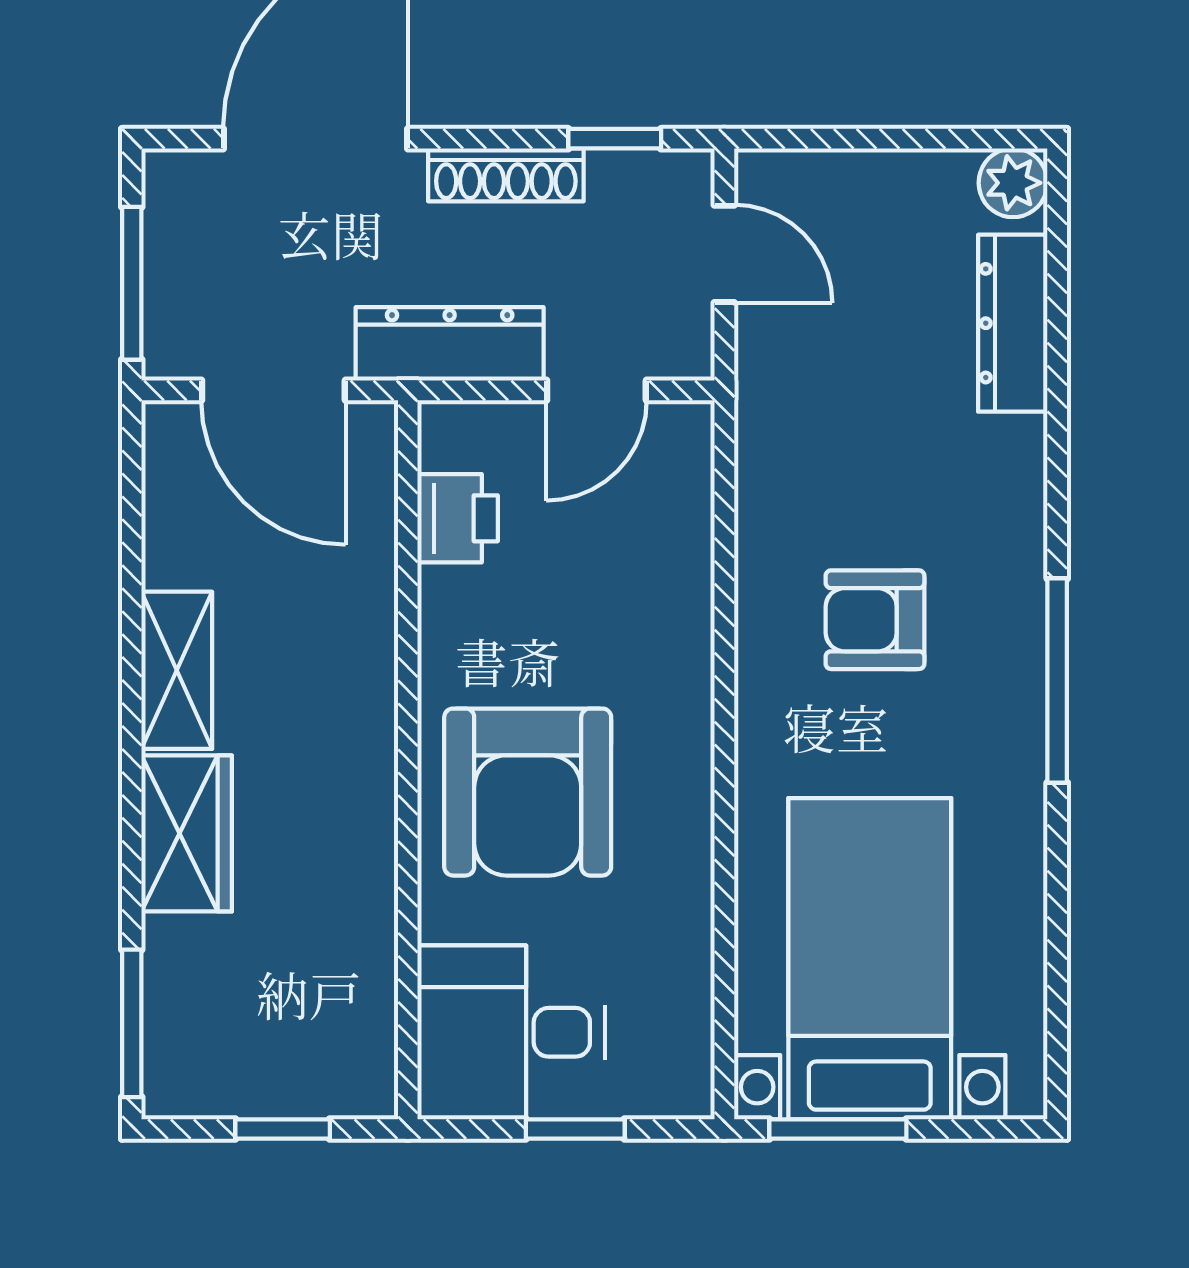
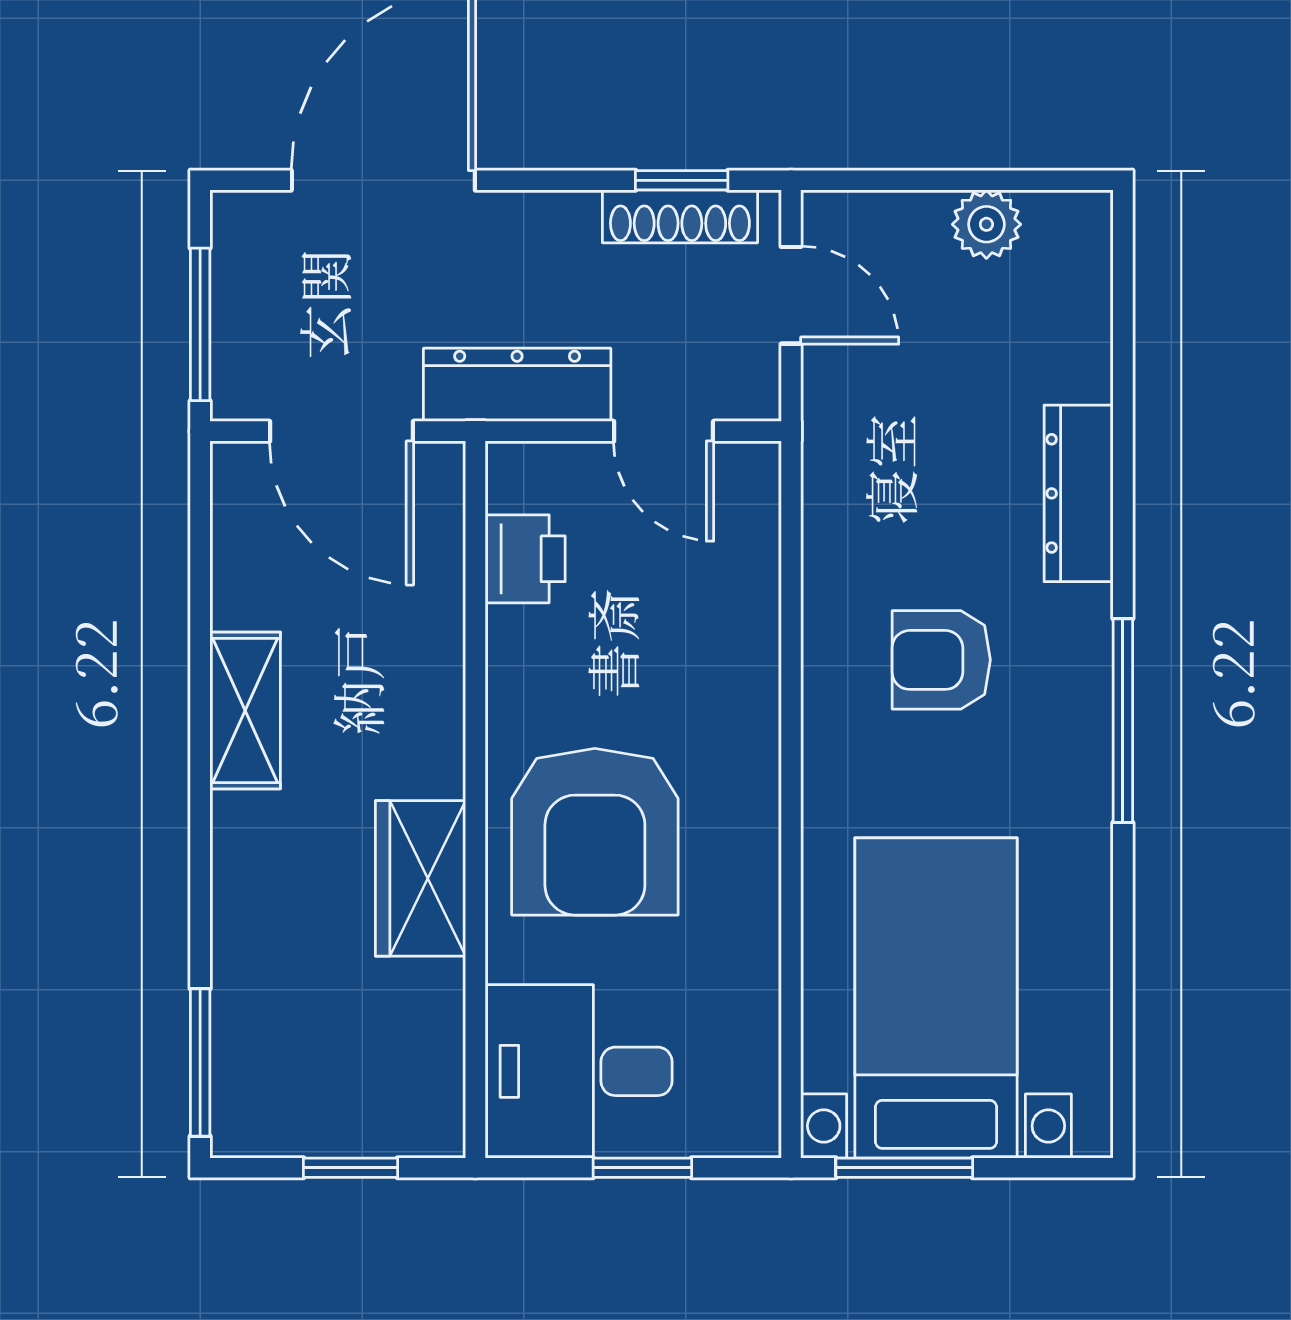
shoe rack: (506, 175) -> (680, 216), moved
plant: (1013, 183) -> (986, 224), moved
dresser: (1013, 323) -> (1079, 493), moved
door: (596, 390) -> (664, 431), hinge flipped
wardrobe: (187, 833) -> (421, 878), moved, turned 180

